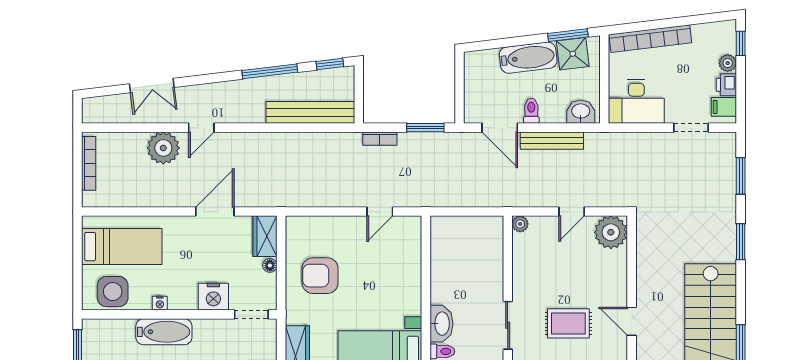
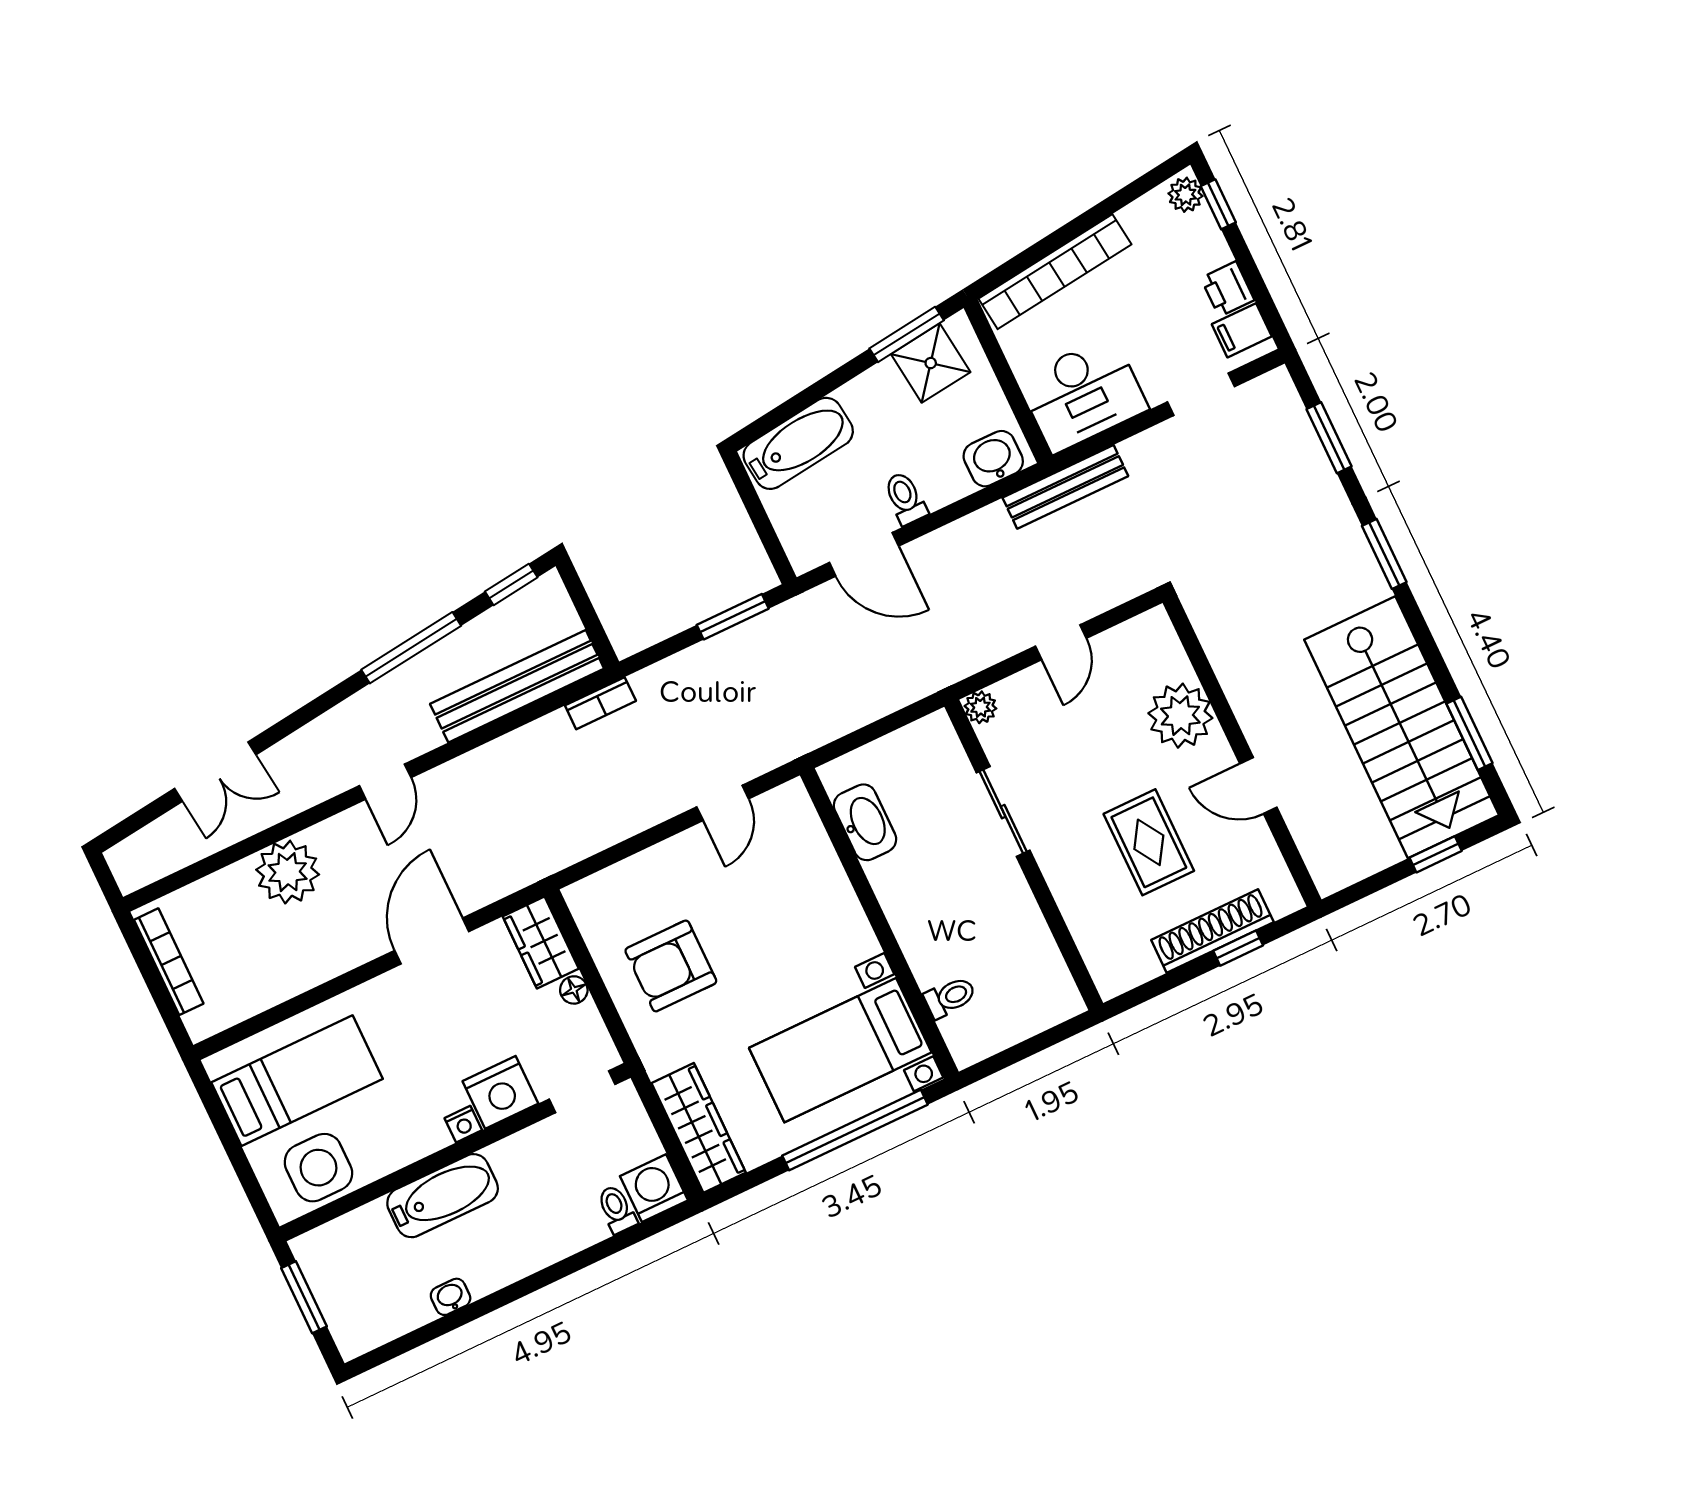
bathtub: (528, 58) -> (798, 443), moved
plant: (728, 63) -> (1186, 195), moved
door: (201, 128) -> (385, 782), moved
bookcase: (380, 139) -> (600, 703), moved
bench: (552, 141) -> (1065, 487), moved
plant: (611, 232) -> (1180, 716), moved
nightstand: (160, 303) -> (463, 1124), moved
rug: (568, 323) -> (1149, 842), turned 90
washbasin: (441, 324) -> (865, 822), moved
sliding door: (508, 325) -> (1003, 812), moved

